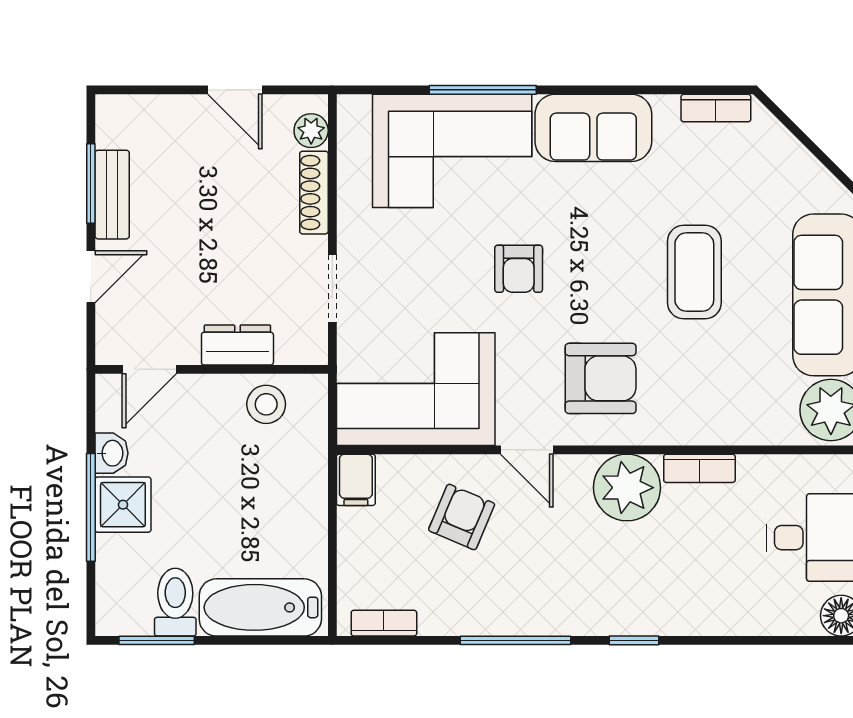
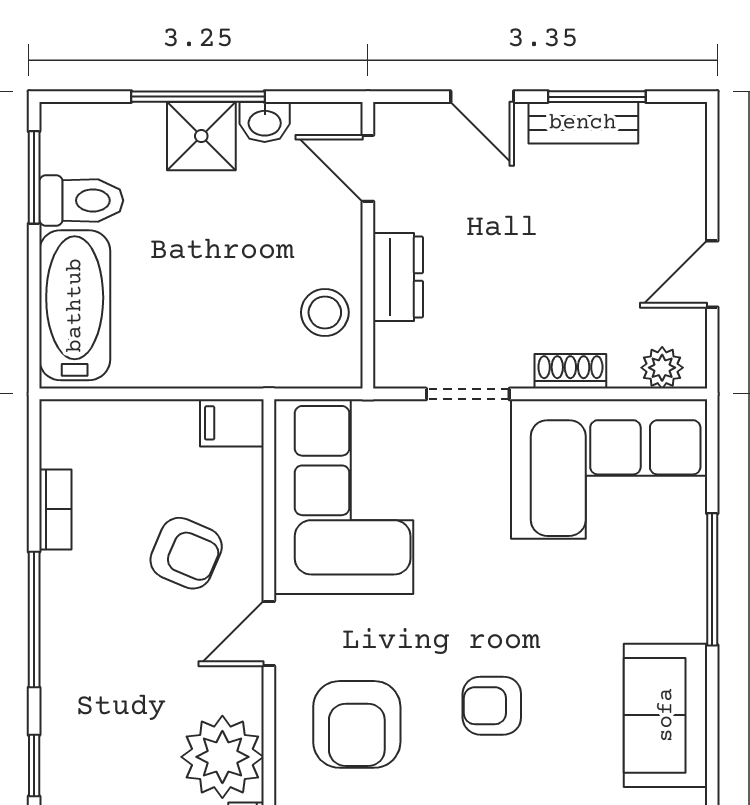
corner sofa: (452, 151) -> (609, 469), moved, turned -90
shoe rack: (314, 193) -> (570, 371), width x0.70
armchair: (519, 269) -> (492, 706), moved
bookcase: (384, 623) -> (55, 509), moved

